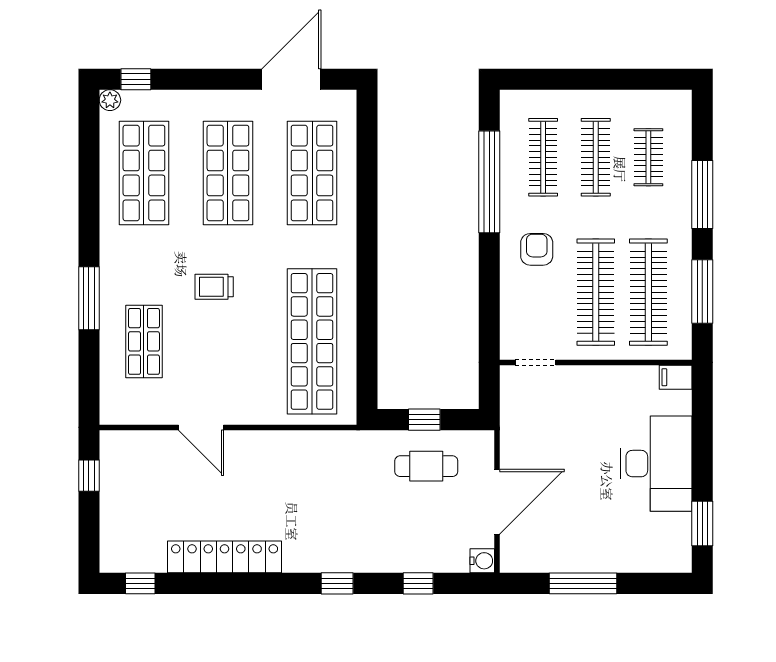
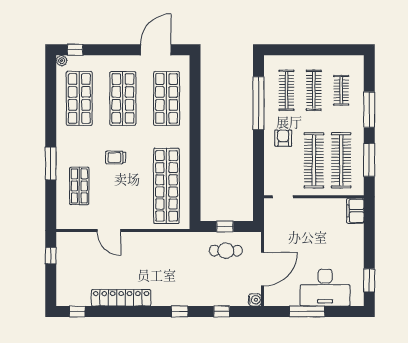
filing cabinet: (676, 377) -> (355, 211), width x2.00
desk: (656, 464) -> (325, 288), moved, turned 90

